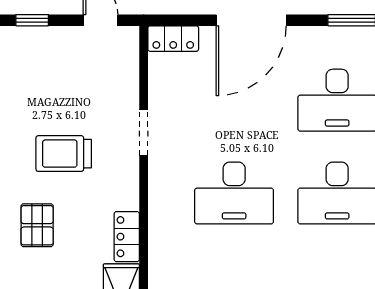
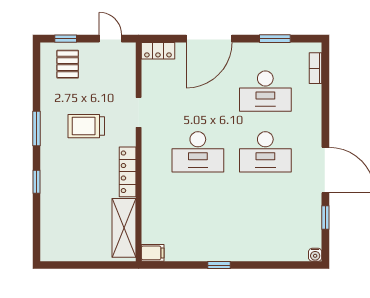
pallet: (37, 225) -> (68, 64), moved
locker: (127, 237) -> (128, 172), width x1.53

